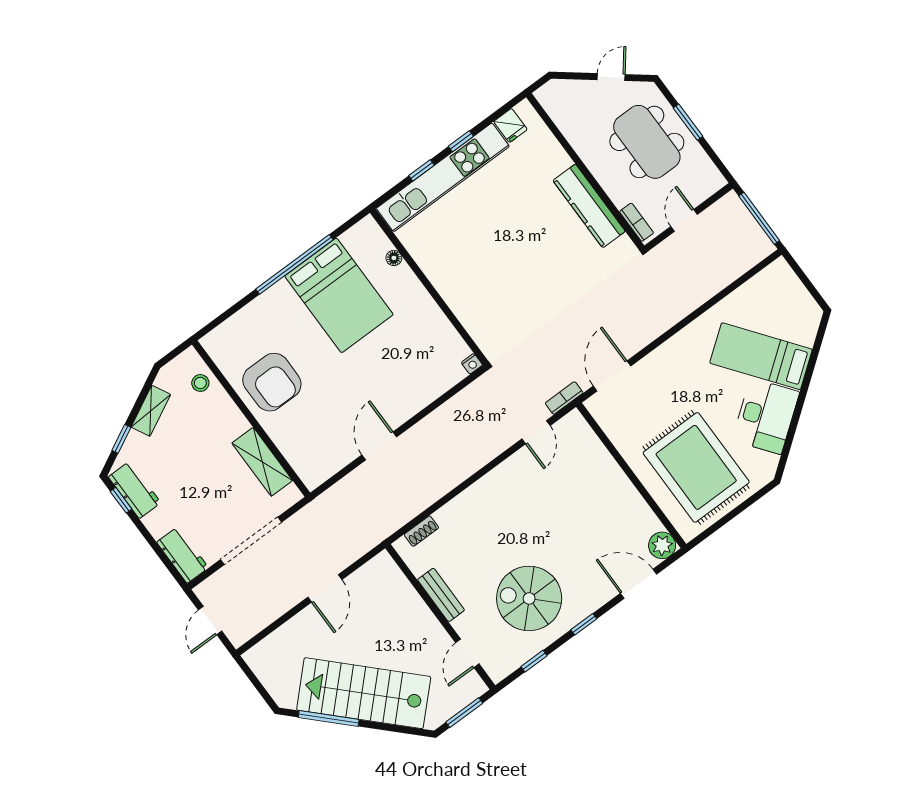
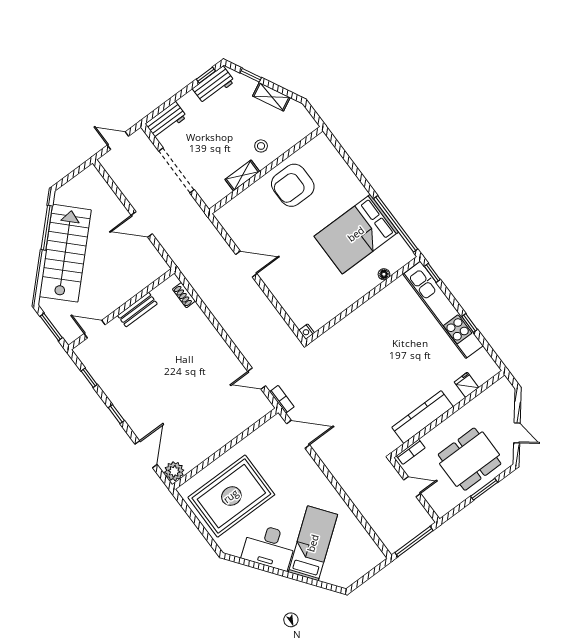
fridge: (510, 125) -> (466, 385), moved, turned 90
window: (421, 170) -> (432, 273), moved
window: (294, 264) -> (396, 224), moved
stool: (200, 383) -> (261, 146), moved
shelving: (262, 462) -> (242, 175), width x0.67, depth x0.75
spiral stairs: (529, 598) -> (135, 374), removed

